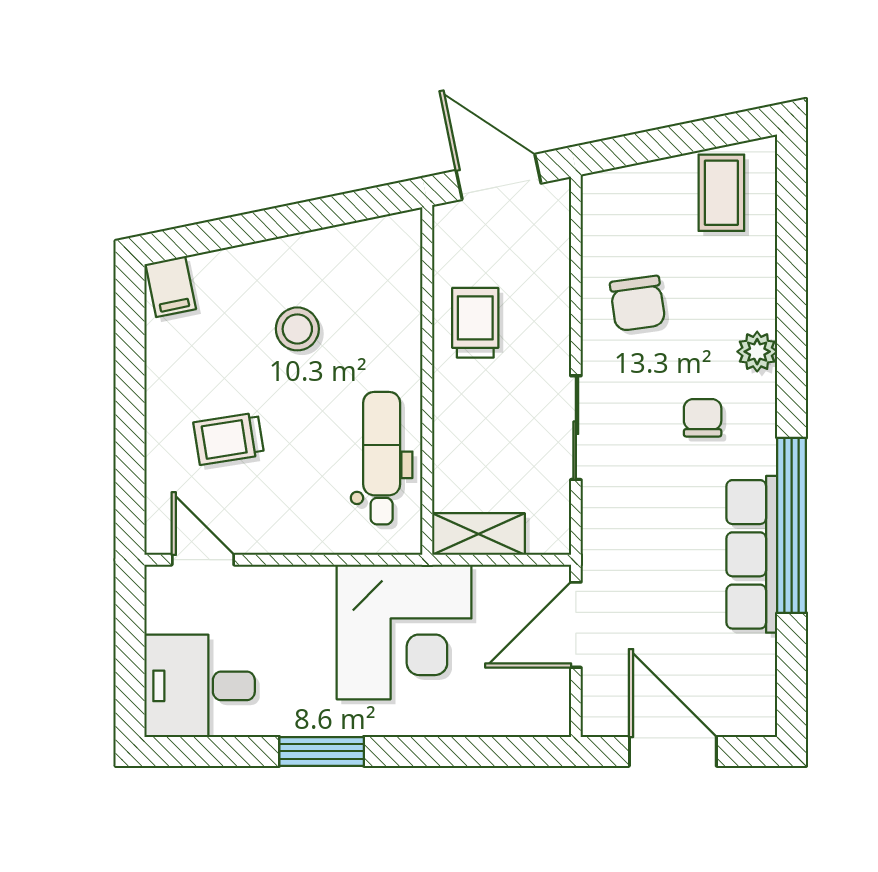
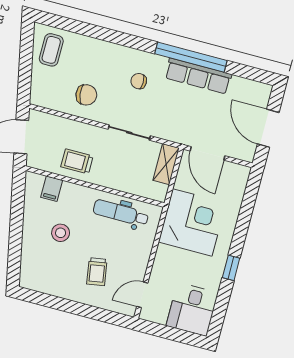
coffee table: (721, 193) -> (51, 50), turned 90
filing cabinet: (171, 287) -> (52, 189), moved, turned 102
plant: (757, 352) -> (118, 52), removed
shelving: (478, 534) -> (166, 164), moved
window: (322, 751) -> (231, 268), width x0.67
door: (673, 751) -> (268, 128), hinge flipped

